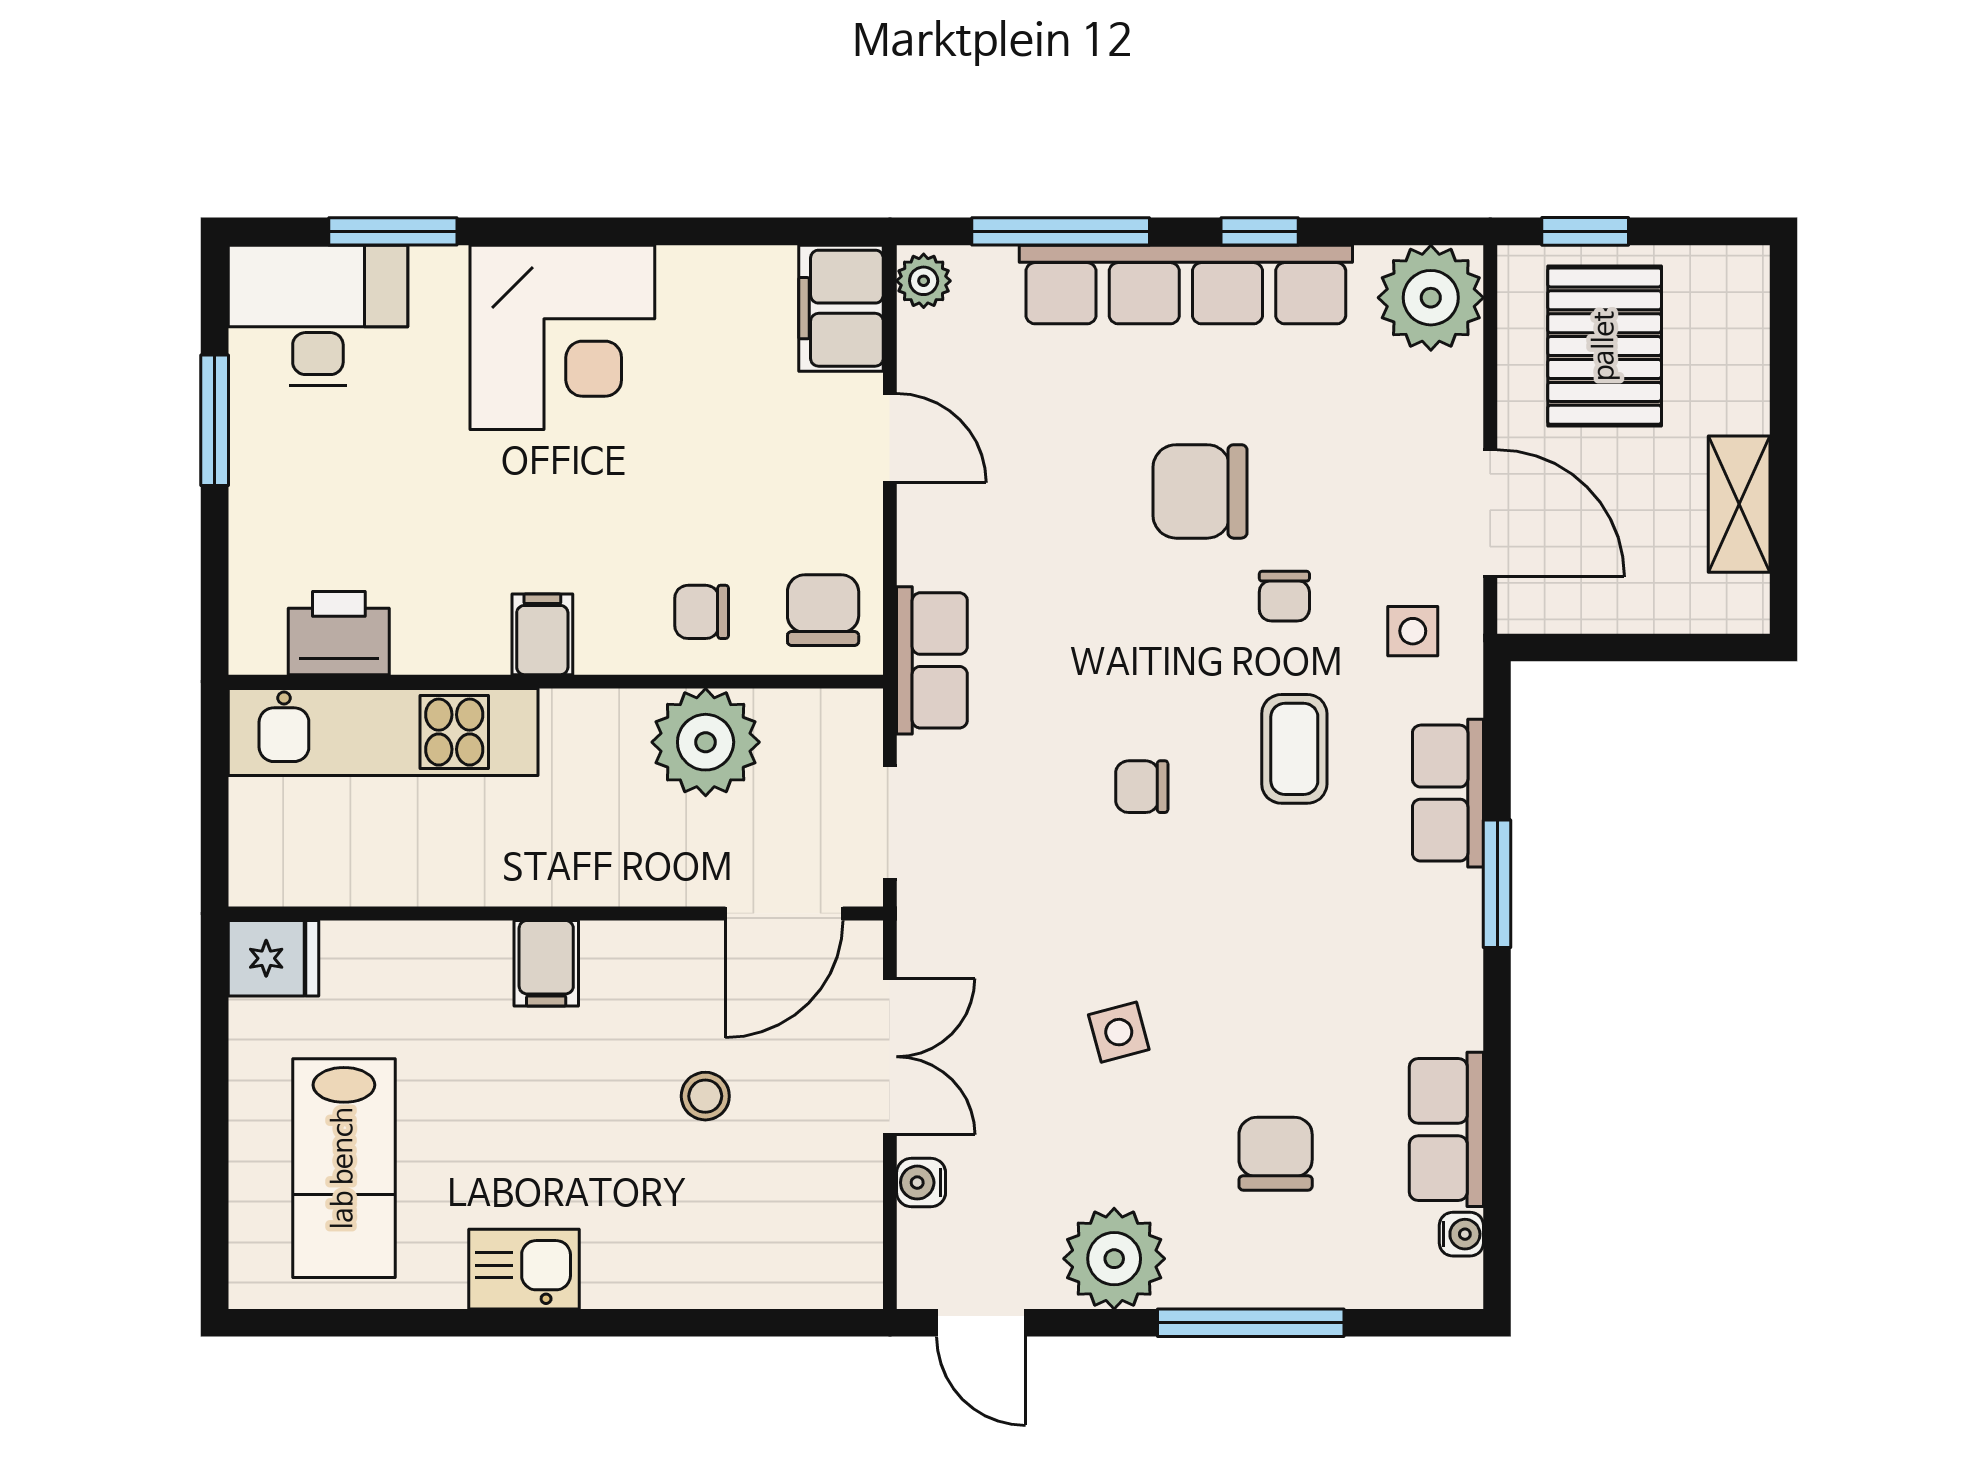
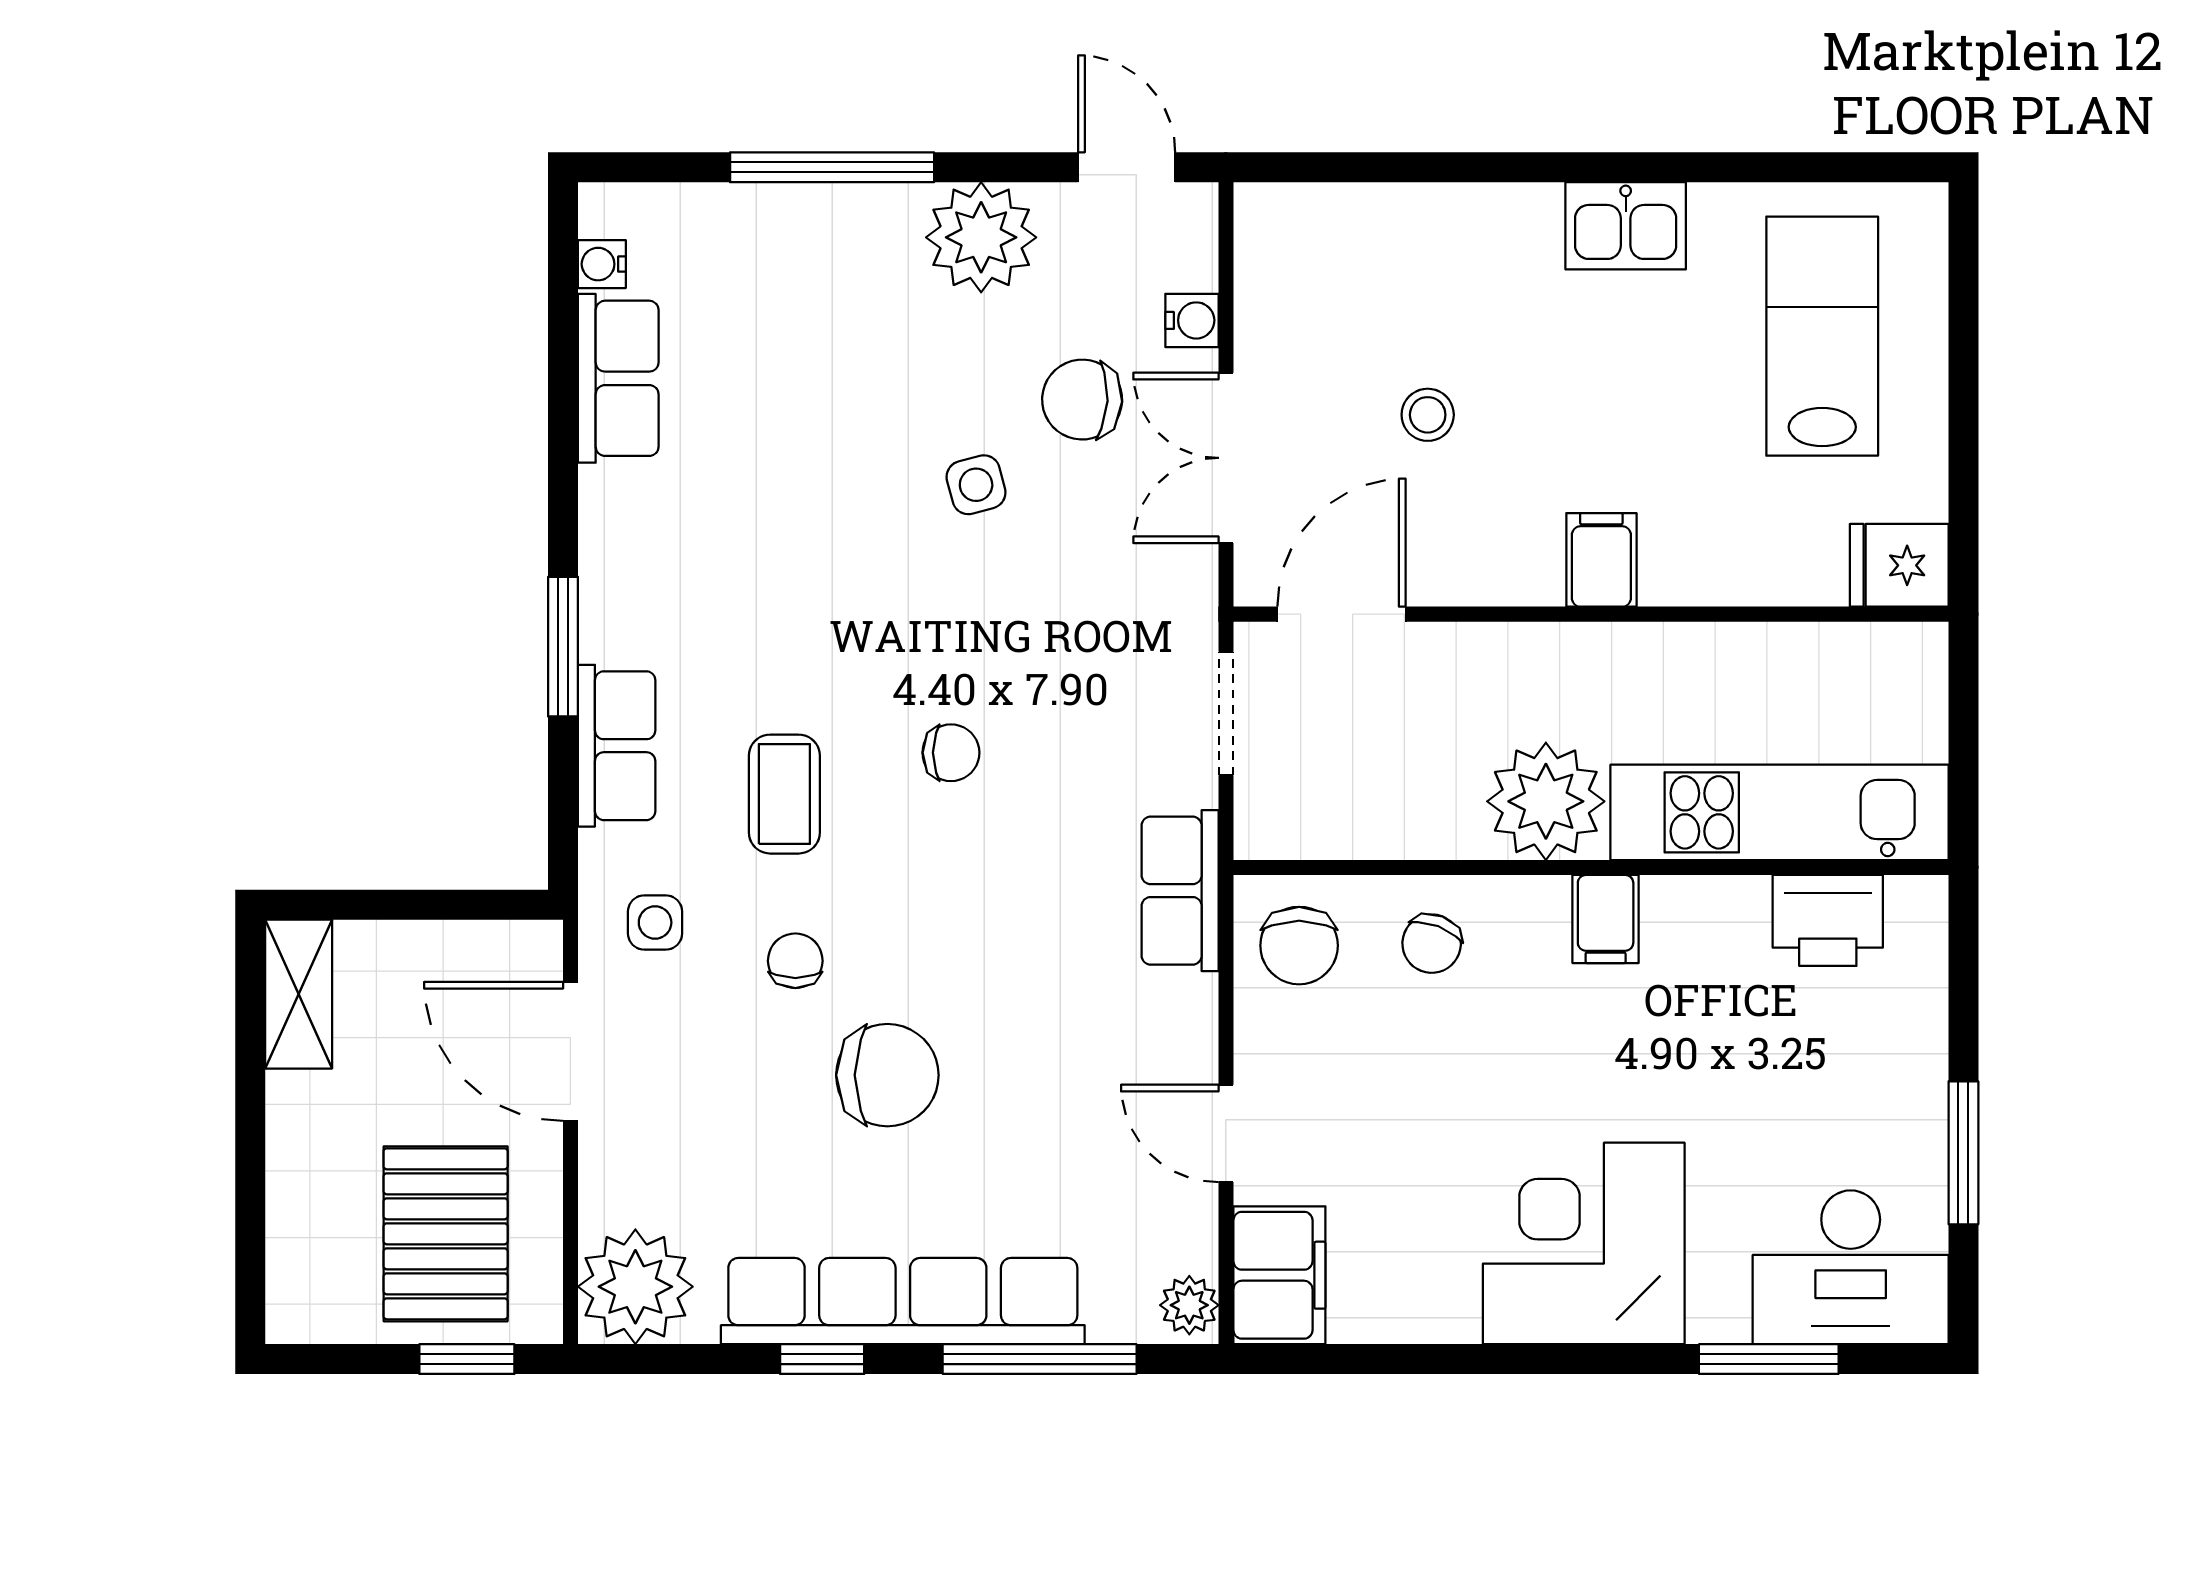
shelving: (1739, 504) -> (299, 994), moved
chair: (702, 612) -> (1432, 944), turned 111
plant: (706, 742) -> (1546, 801), moved
chair: (1276, 1154) -> (1082, 400), moved, turned 93

